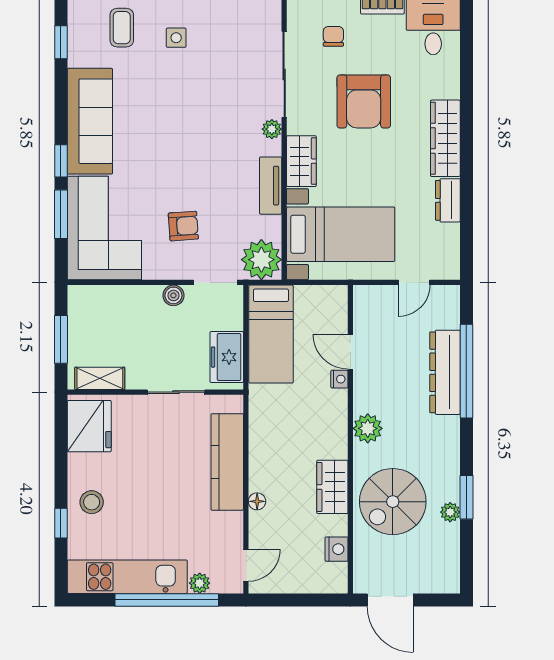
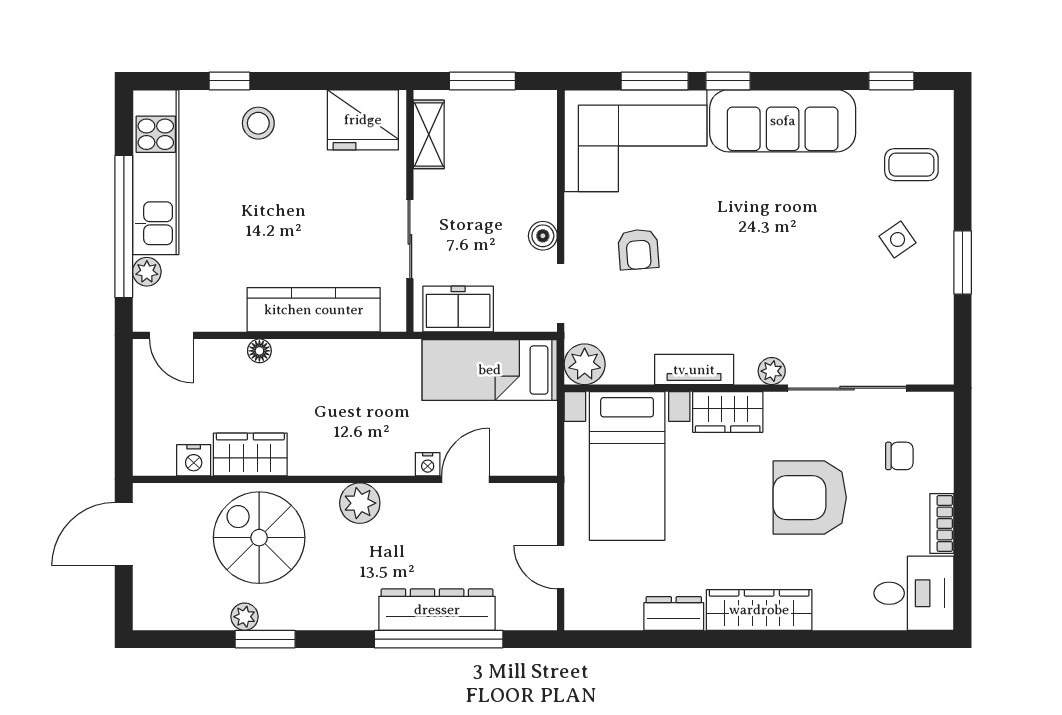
side table: (176, 38) -> (898, 240), turned -35
plant: (261, 260) -> (585, 364), width x0.73, depth x0.73
wardrobe: (332, 487) -> (250, 454), moved

